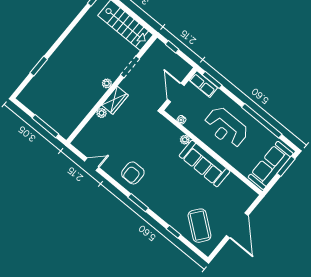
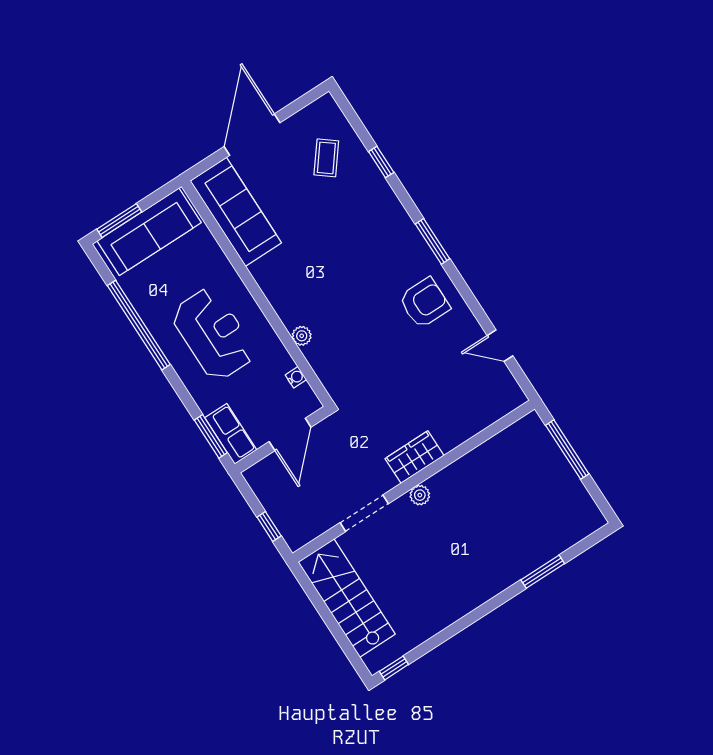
plant: (101, 113) -> (449, 440), removed
sofa: (205, 164) -> (236, 212), moved
coffee table: (199, 226) -> (326, 158), width x0.54, depth x0.58

